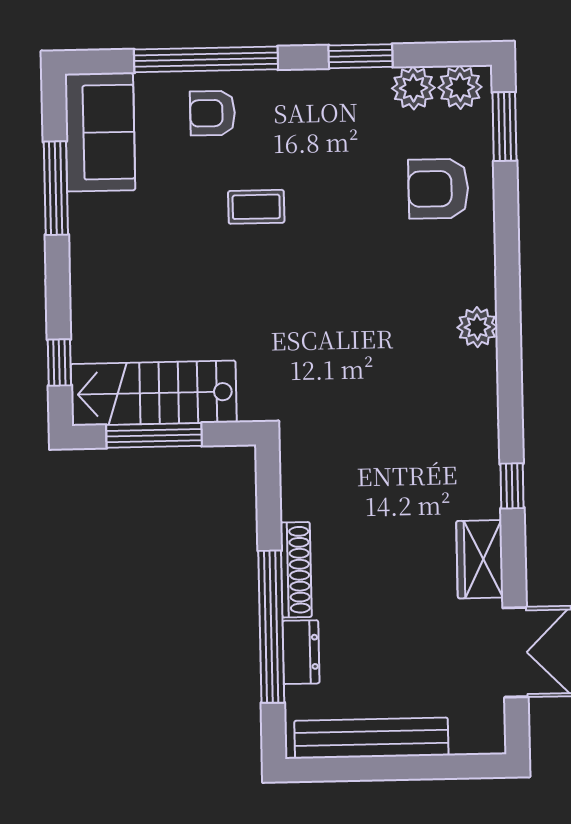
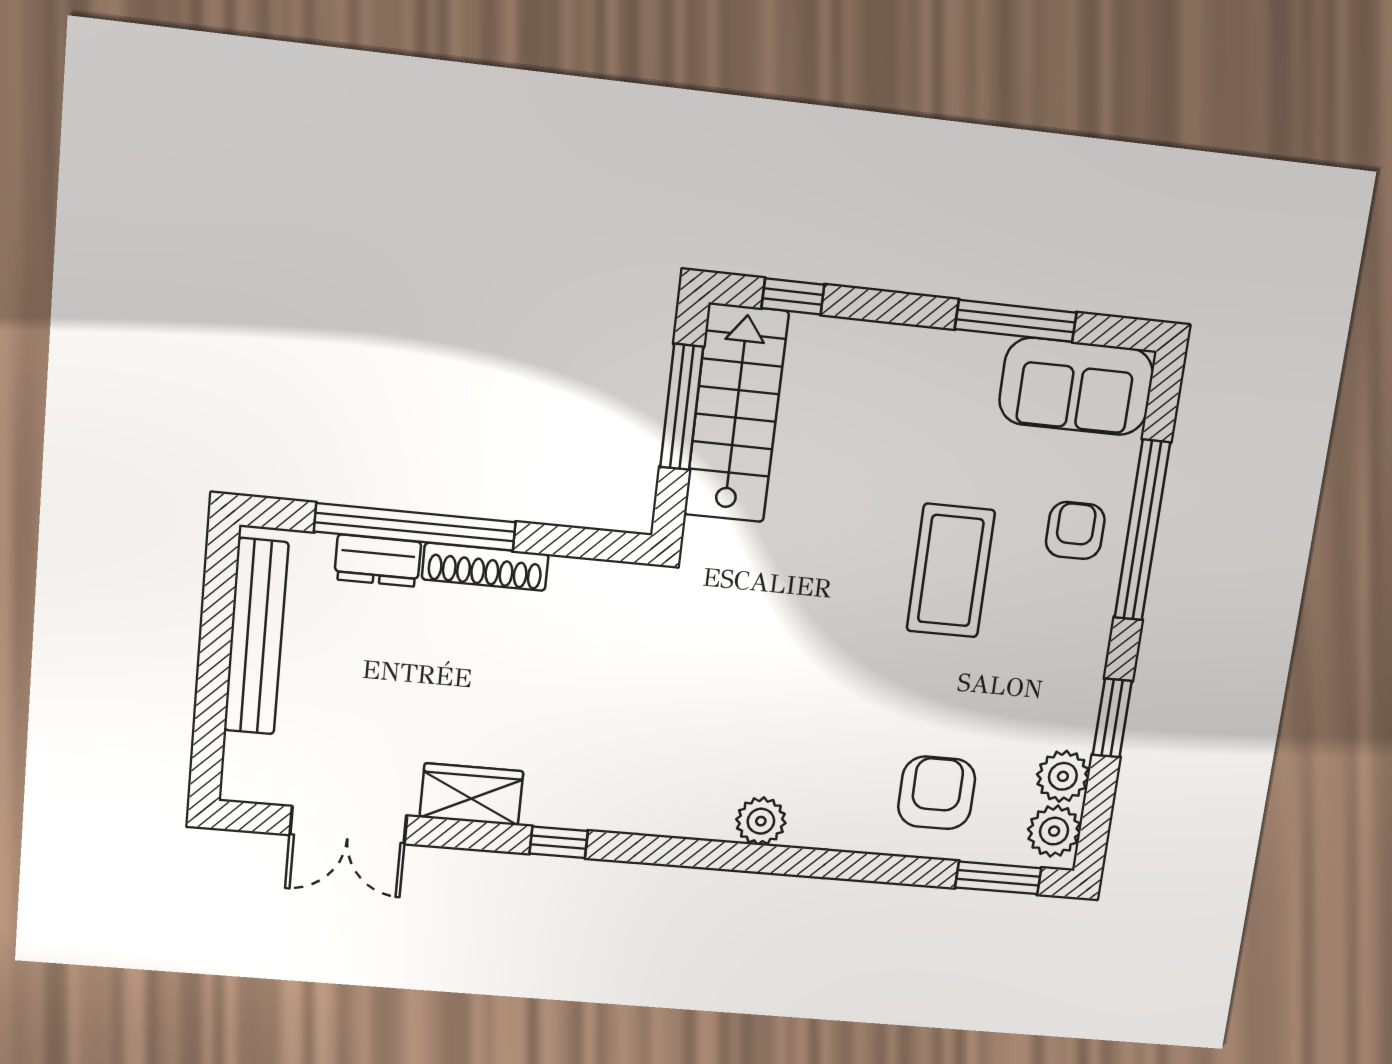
coffee table: (256, 207) -> (951, 571), width x1.86, depth x1.72

